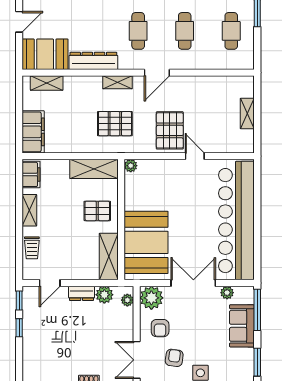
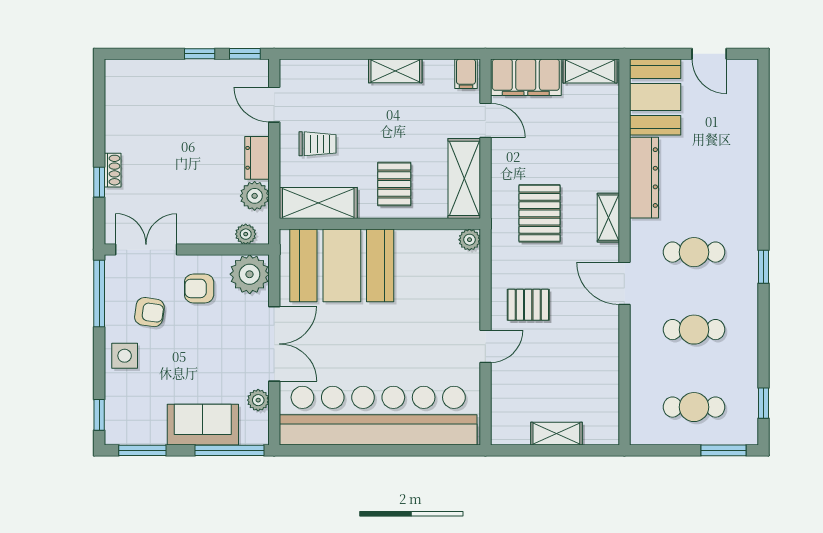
shelving: (47, 83) -> (590, 71), moved, turned 90
pallet: (170, 130) -> (528, 305), width x0.67, depth x0.71
door: (59, 156) -> (485, 120), added
filing cabinet: (31, 174) -> (466, 74), width x0.50
trolley: (32, 248) -> (318, 144), moved, turned 180

